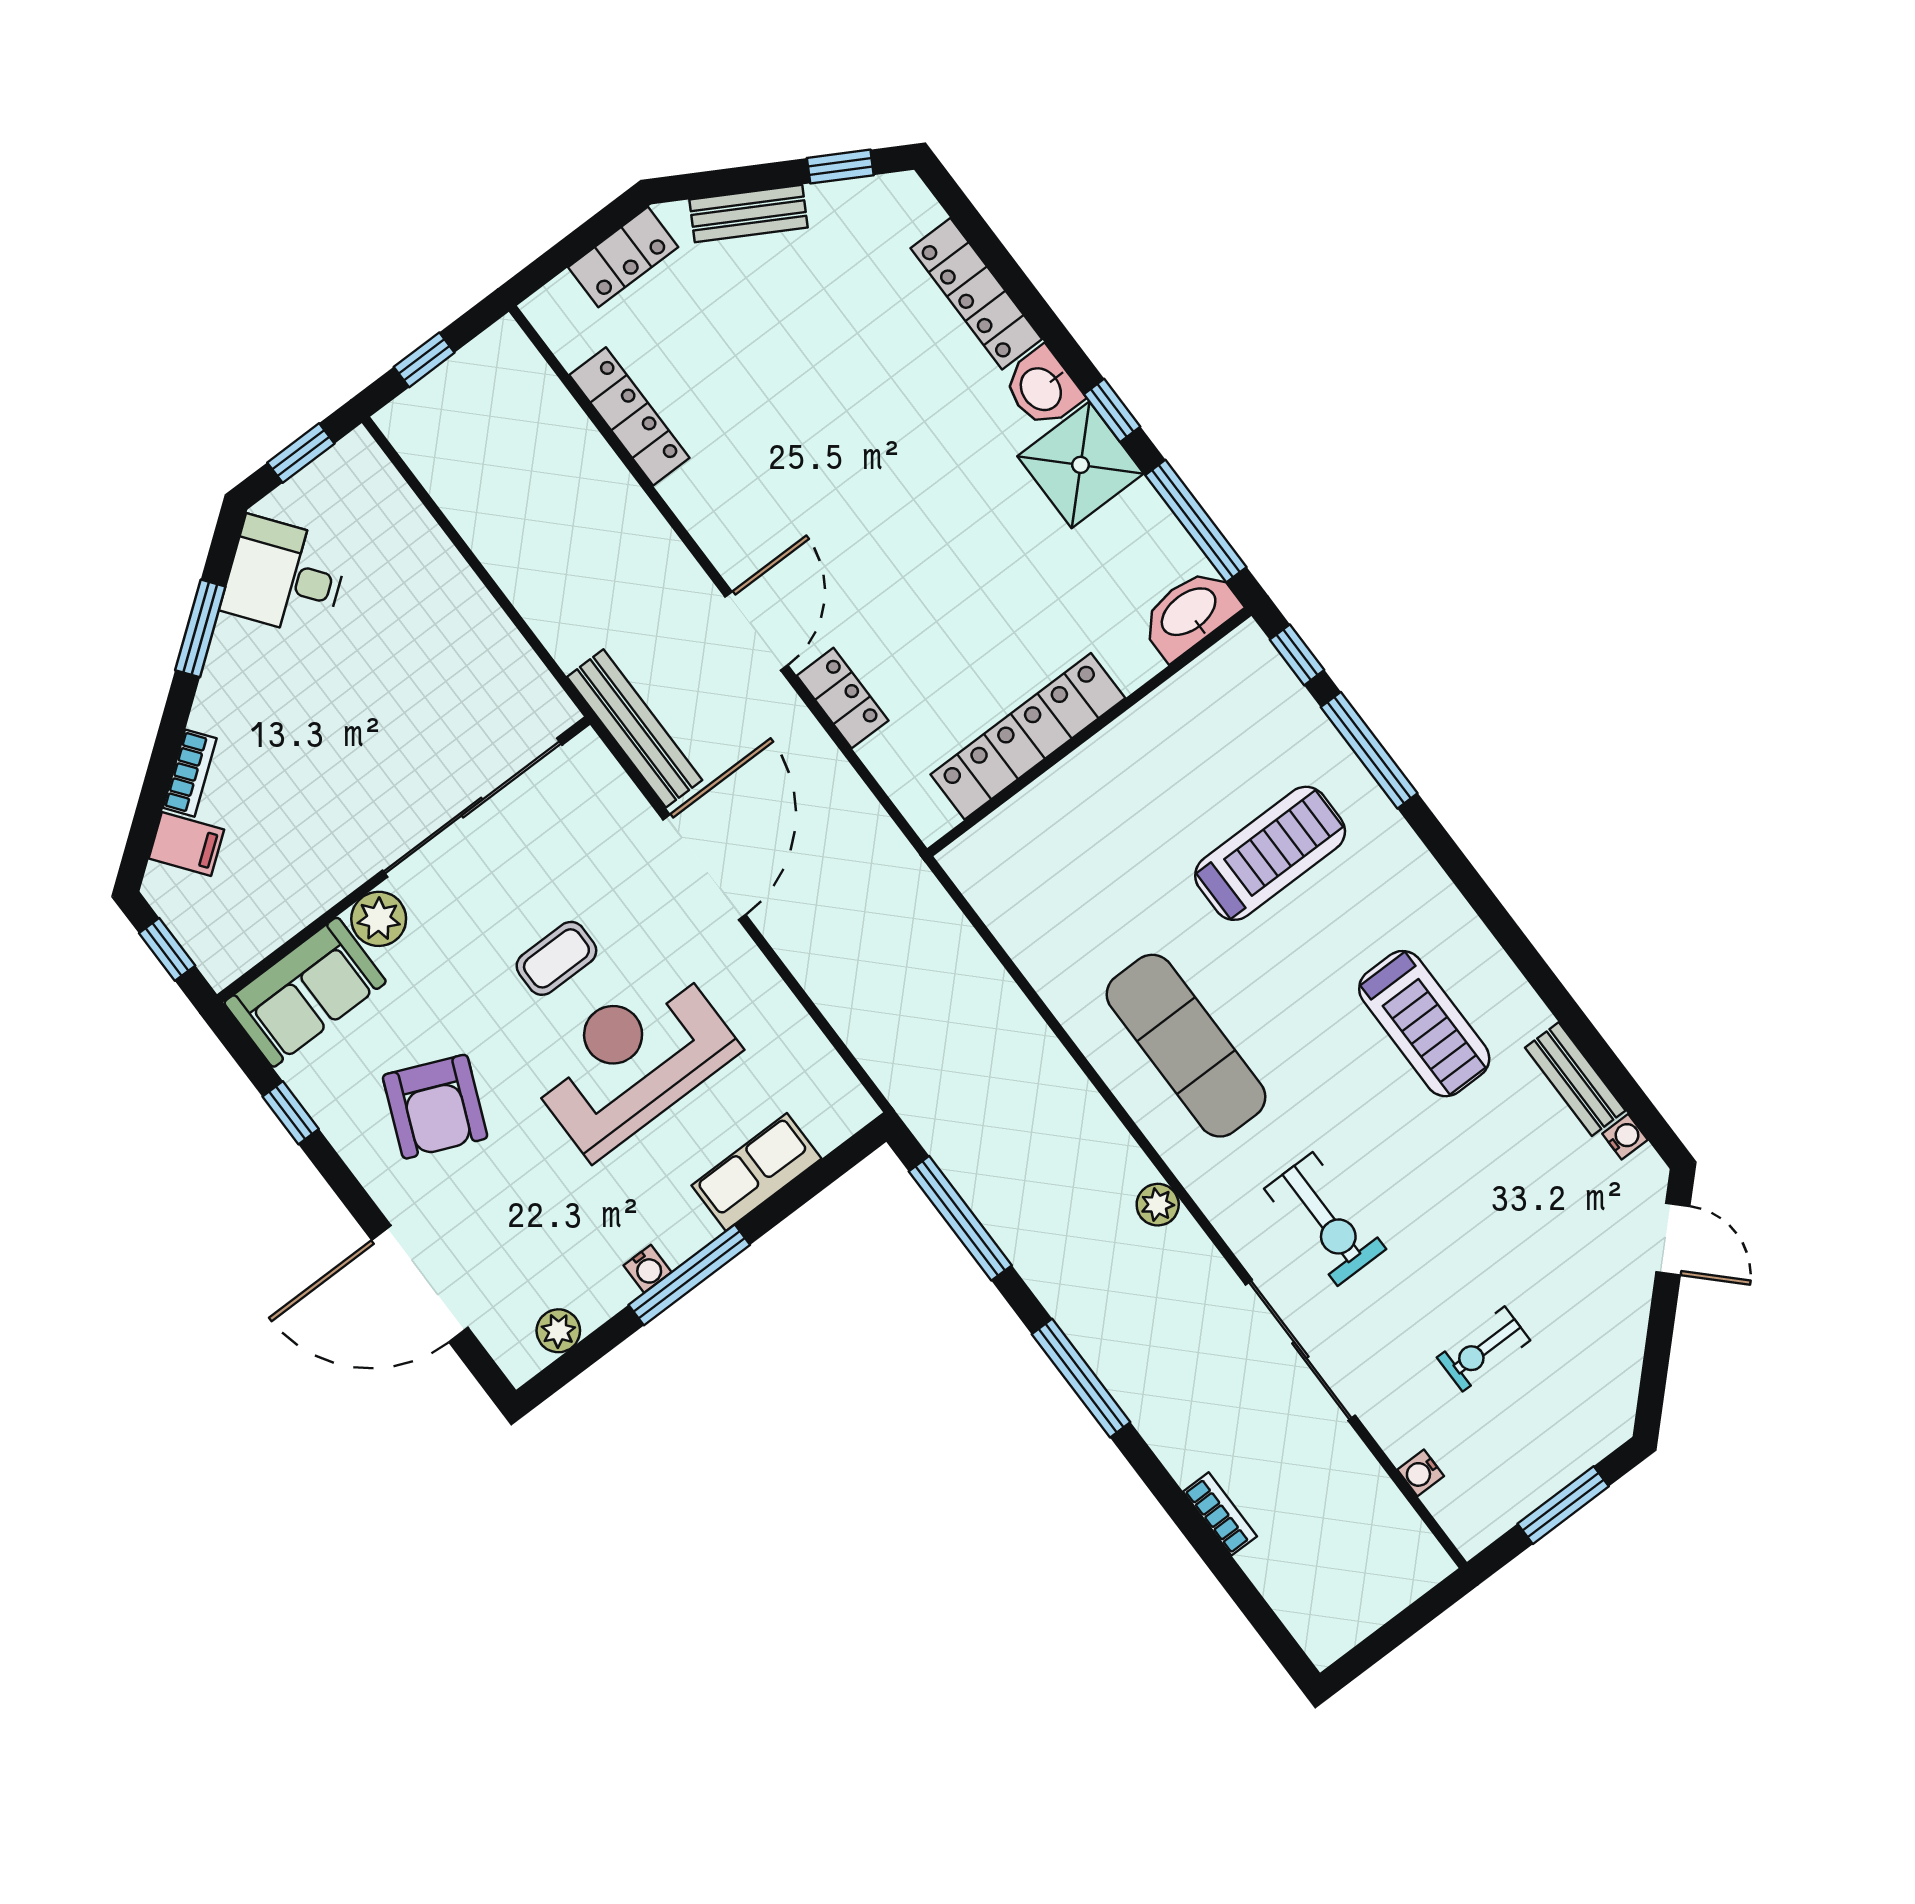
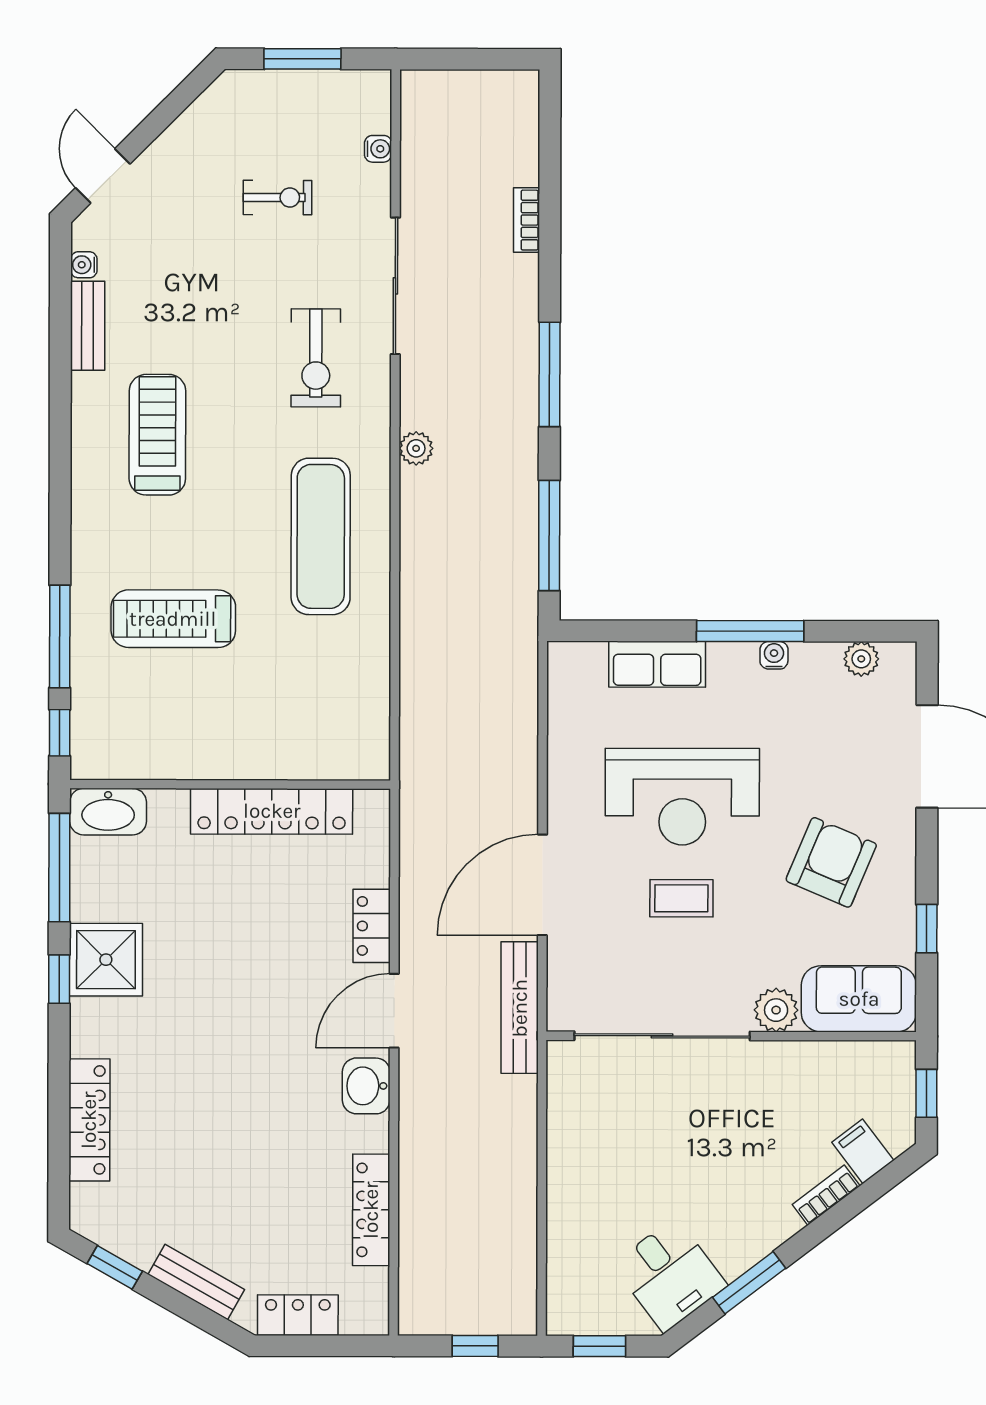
washbasin: (1042, 388) -> (366, 1086), moved, turned 180
exercise bike: (1325, 1219) -> (316, 358), turned 180

